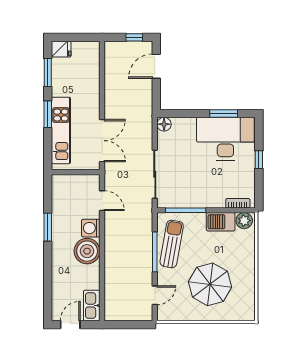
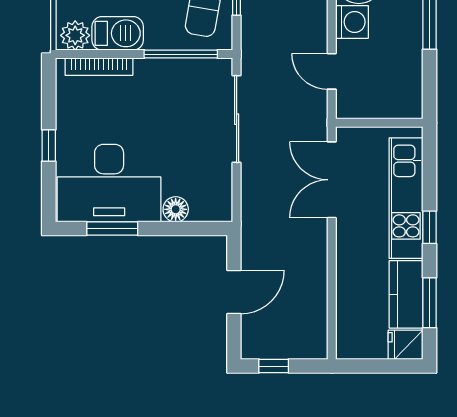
door: (156, 66) -> (234, 292), moved
kitchen counter: (61, 77) -> (406, 294), added
window: (48, 114) -> (430, 227), width x0.67
floor lamp: (164, 124) -> (176, 209), moved
bookcase: (238, 203) -> (99, 67), width x1.56

